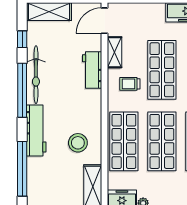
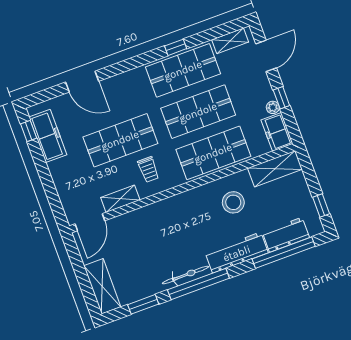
door: (105, 21) -> (90, 222), hinge flipped
window: (22, 39) -> (143, 304), width x1.50
workbench: (92, 70) -> (286, 235), moved, turned 180
bicycle: (36, 75) -> (185, 275), width x0.73, depth x0.71

